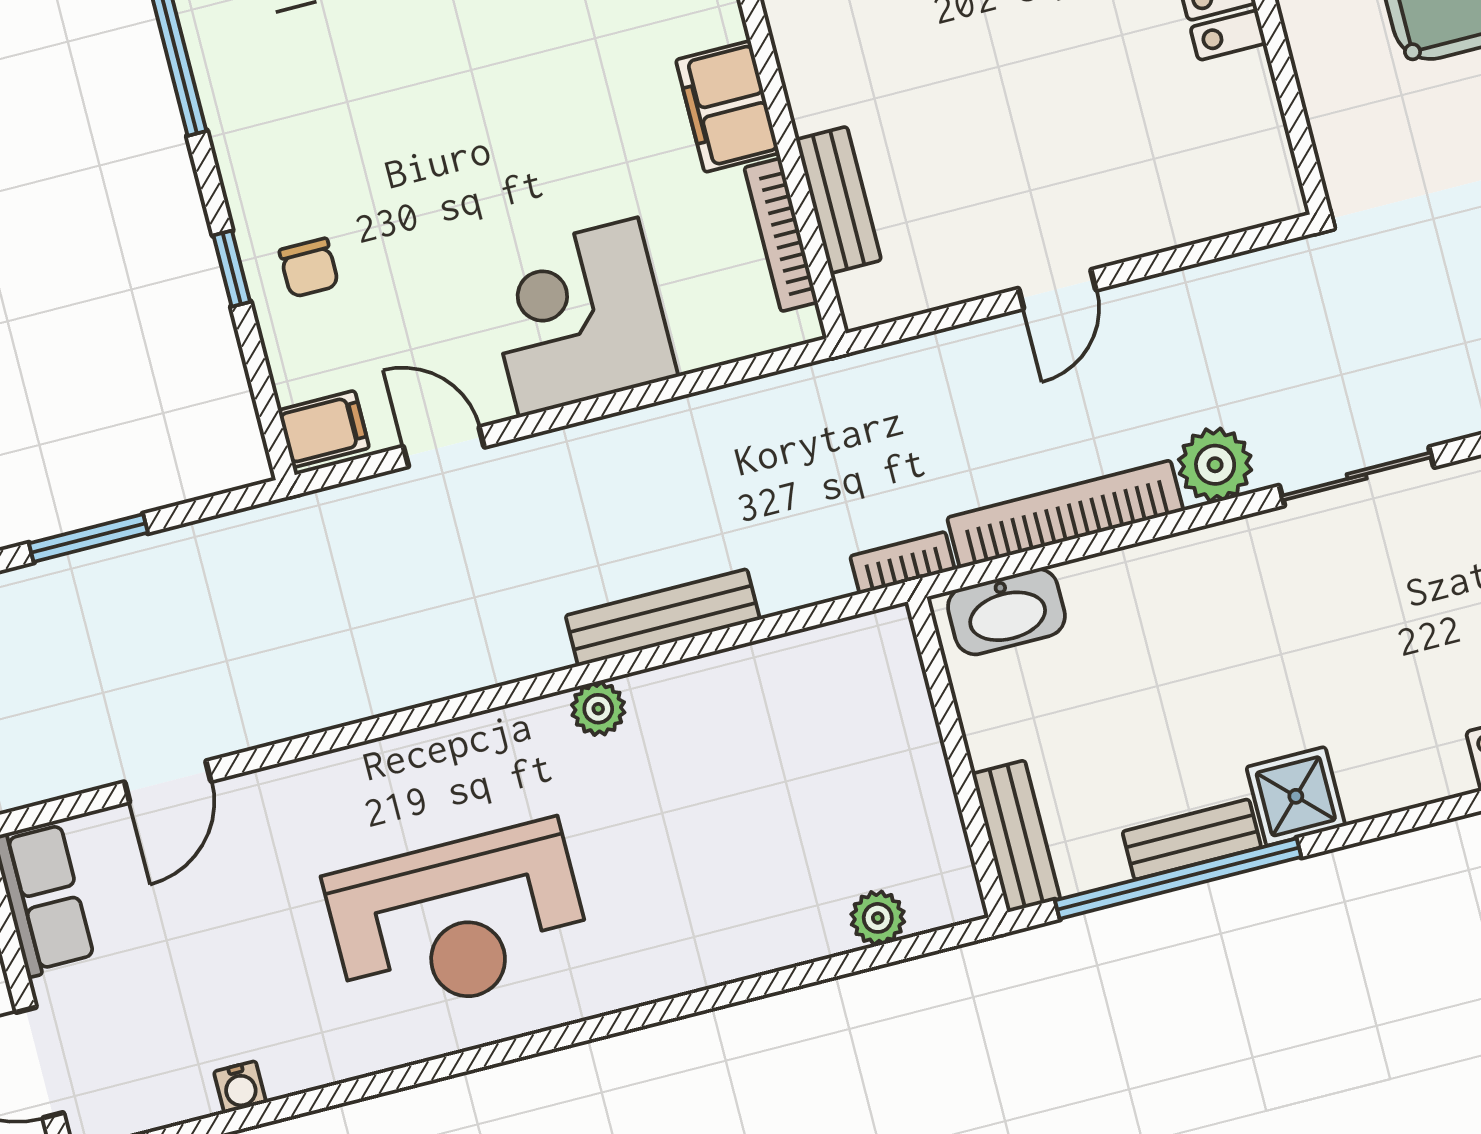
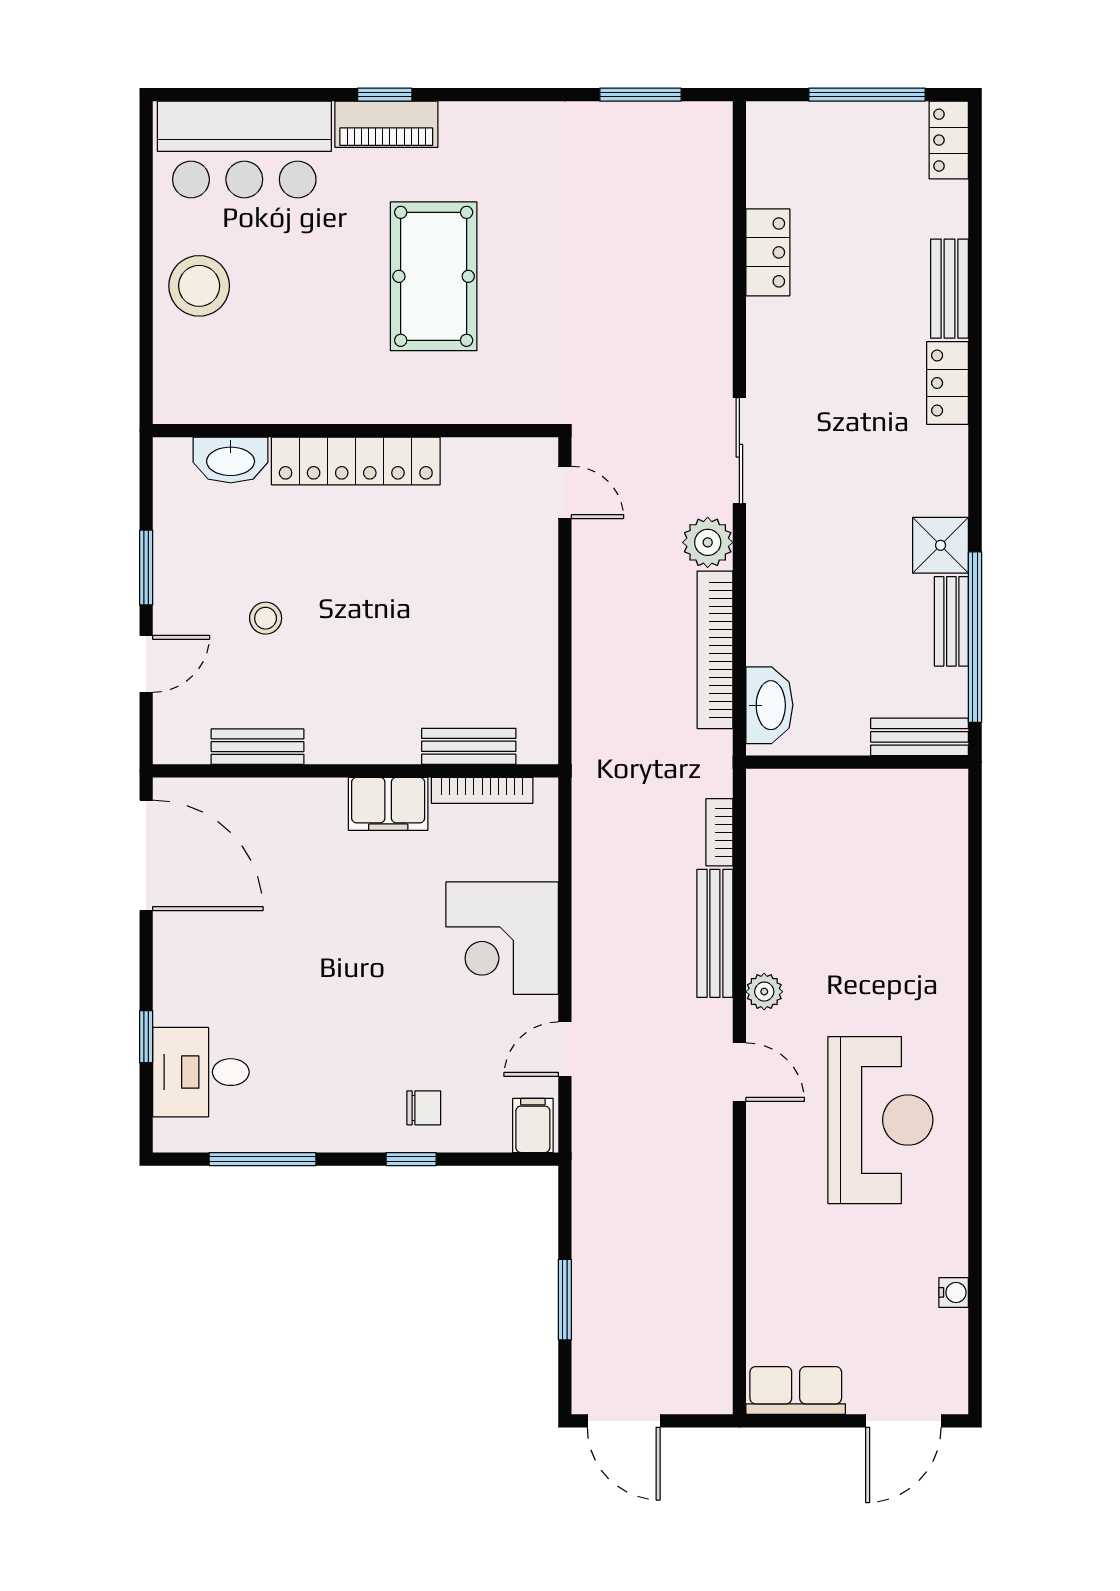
door: (1057, 289) -> (565, 492), moved
bookcase: (902, 563) -> (719, 832), moved
door: (168, 782) -> (739, 1072), moved
plant: (878, 918) -> (950, 842), removed

